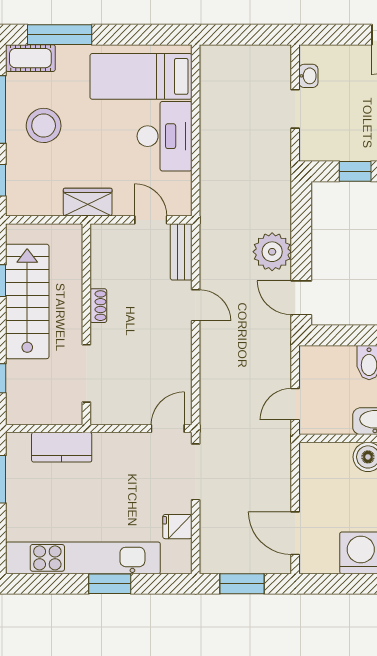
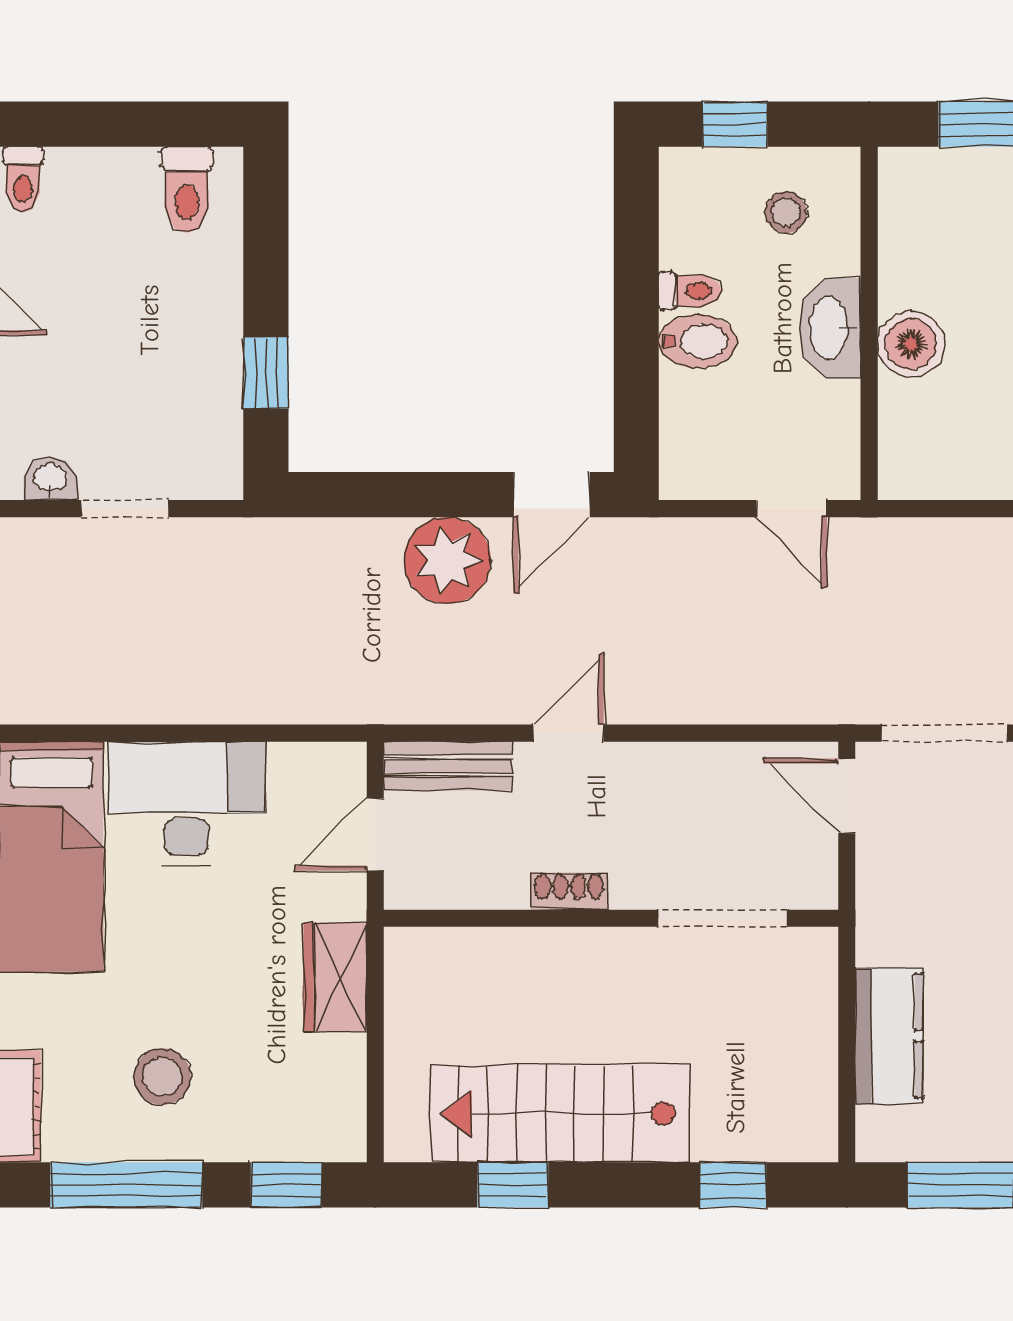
stool: (44, 125) -> (162, 1077), width x0.73, depth x0.73
shoe rack: (98, 306) -> (569, 891), moved
wall: (86, 324) -> (611, 918), moved
doorway: (86, 373) -> (722, 918), moved

